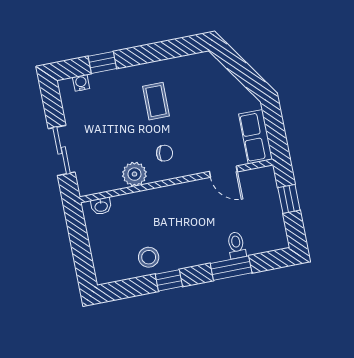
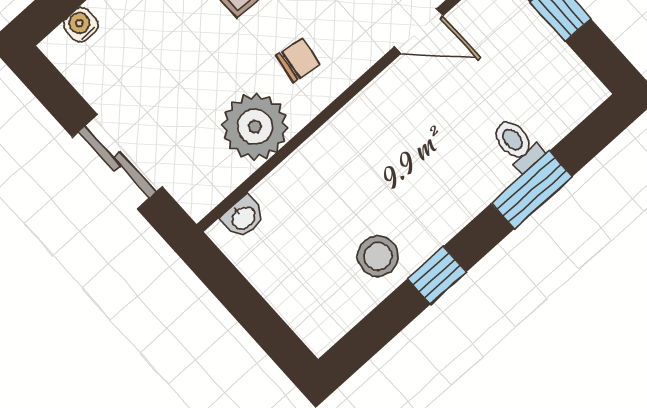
plant: (134, 174) -> (255, 127), width x1.36, depth x1.36

